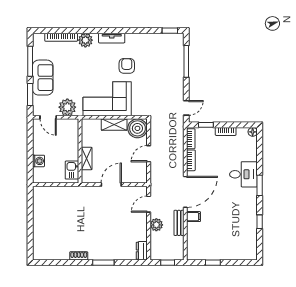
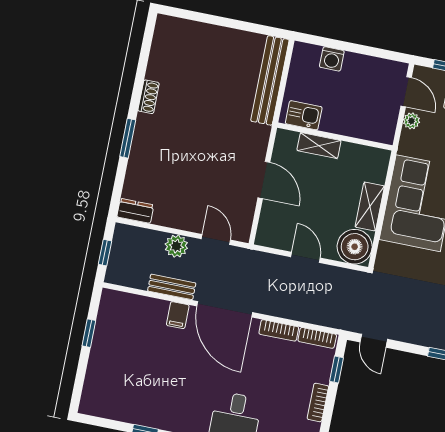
plant: (67, 107) -> (411, 121), width x0.53, depth x0.53
door: (48, 117) -> (406, 92), swing flipped
bench: (57, 192) -> (270, 80), added

